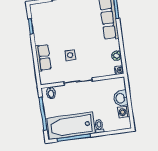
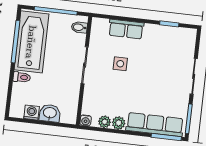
plant: (115, 45) -> (119, 123), added

